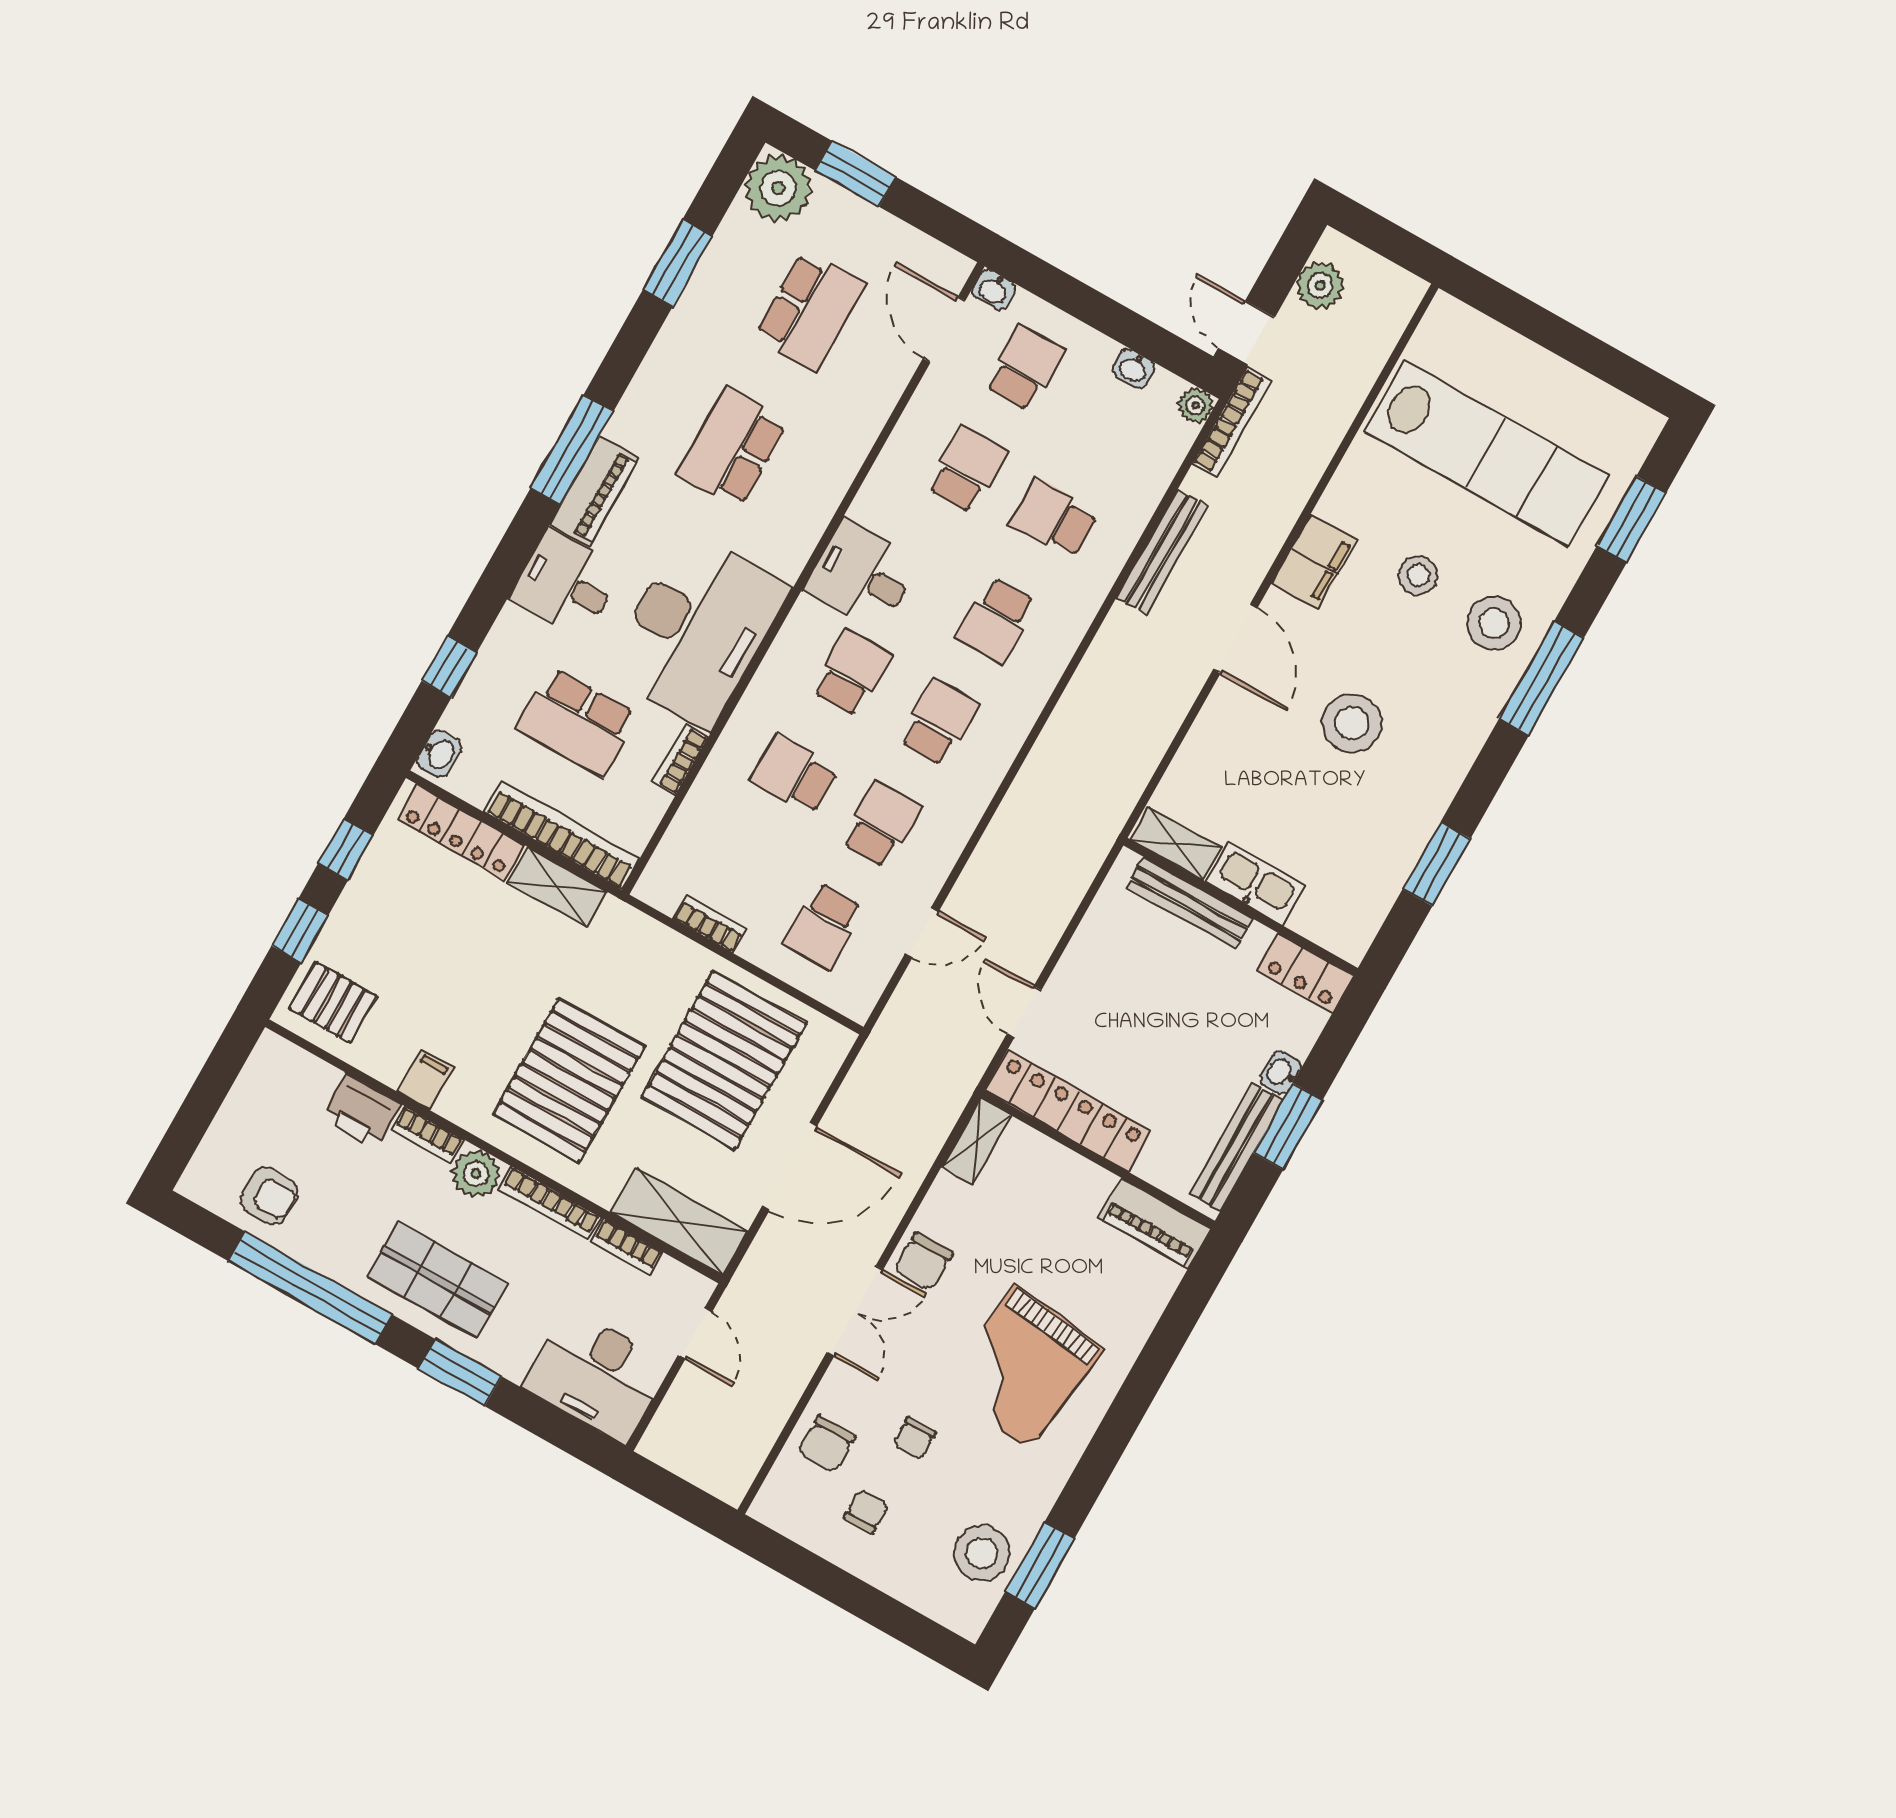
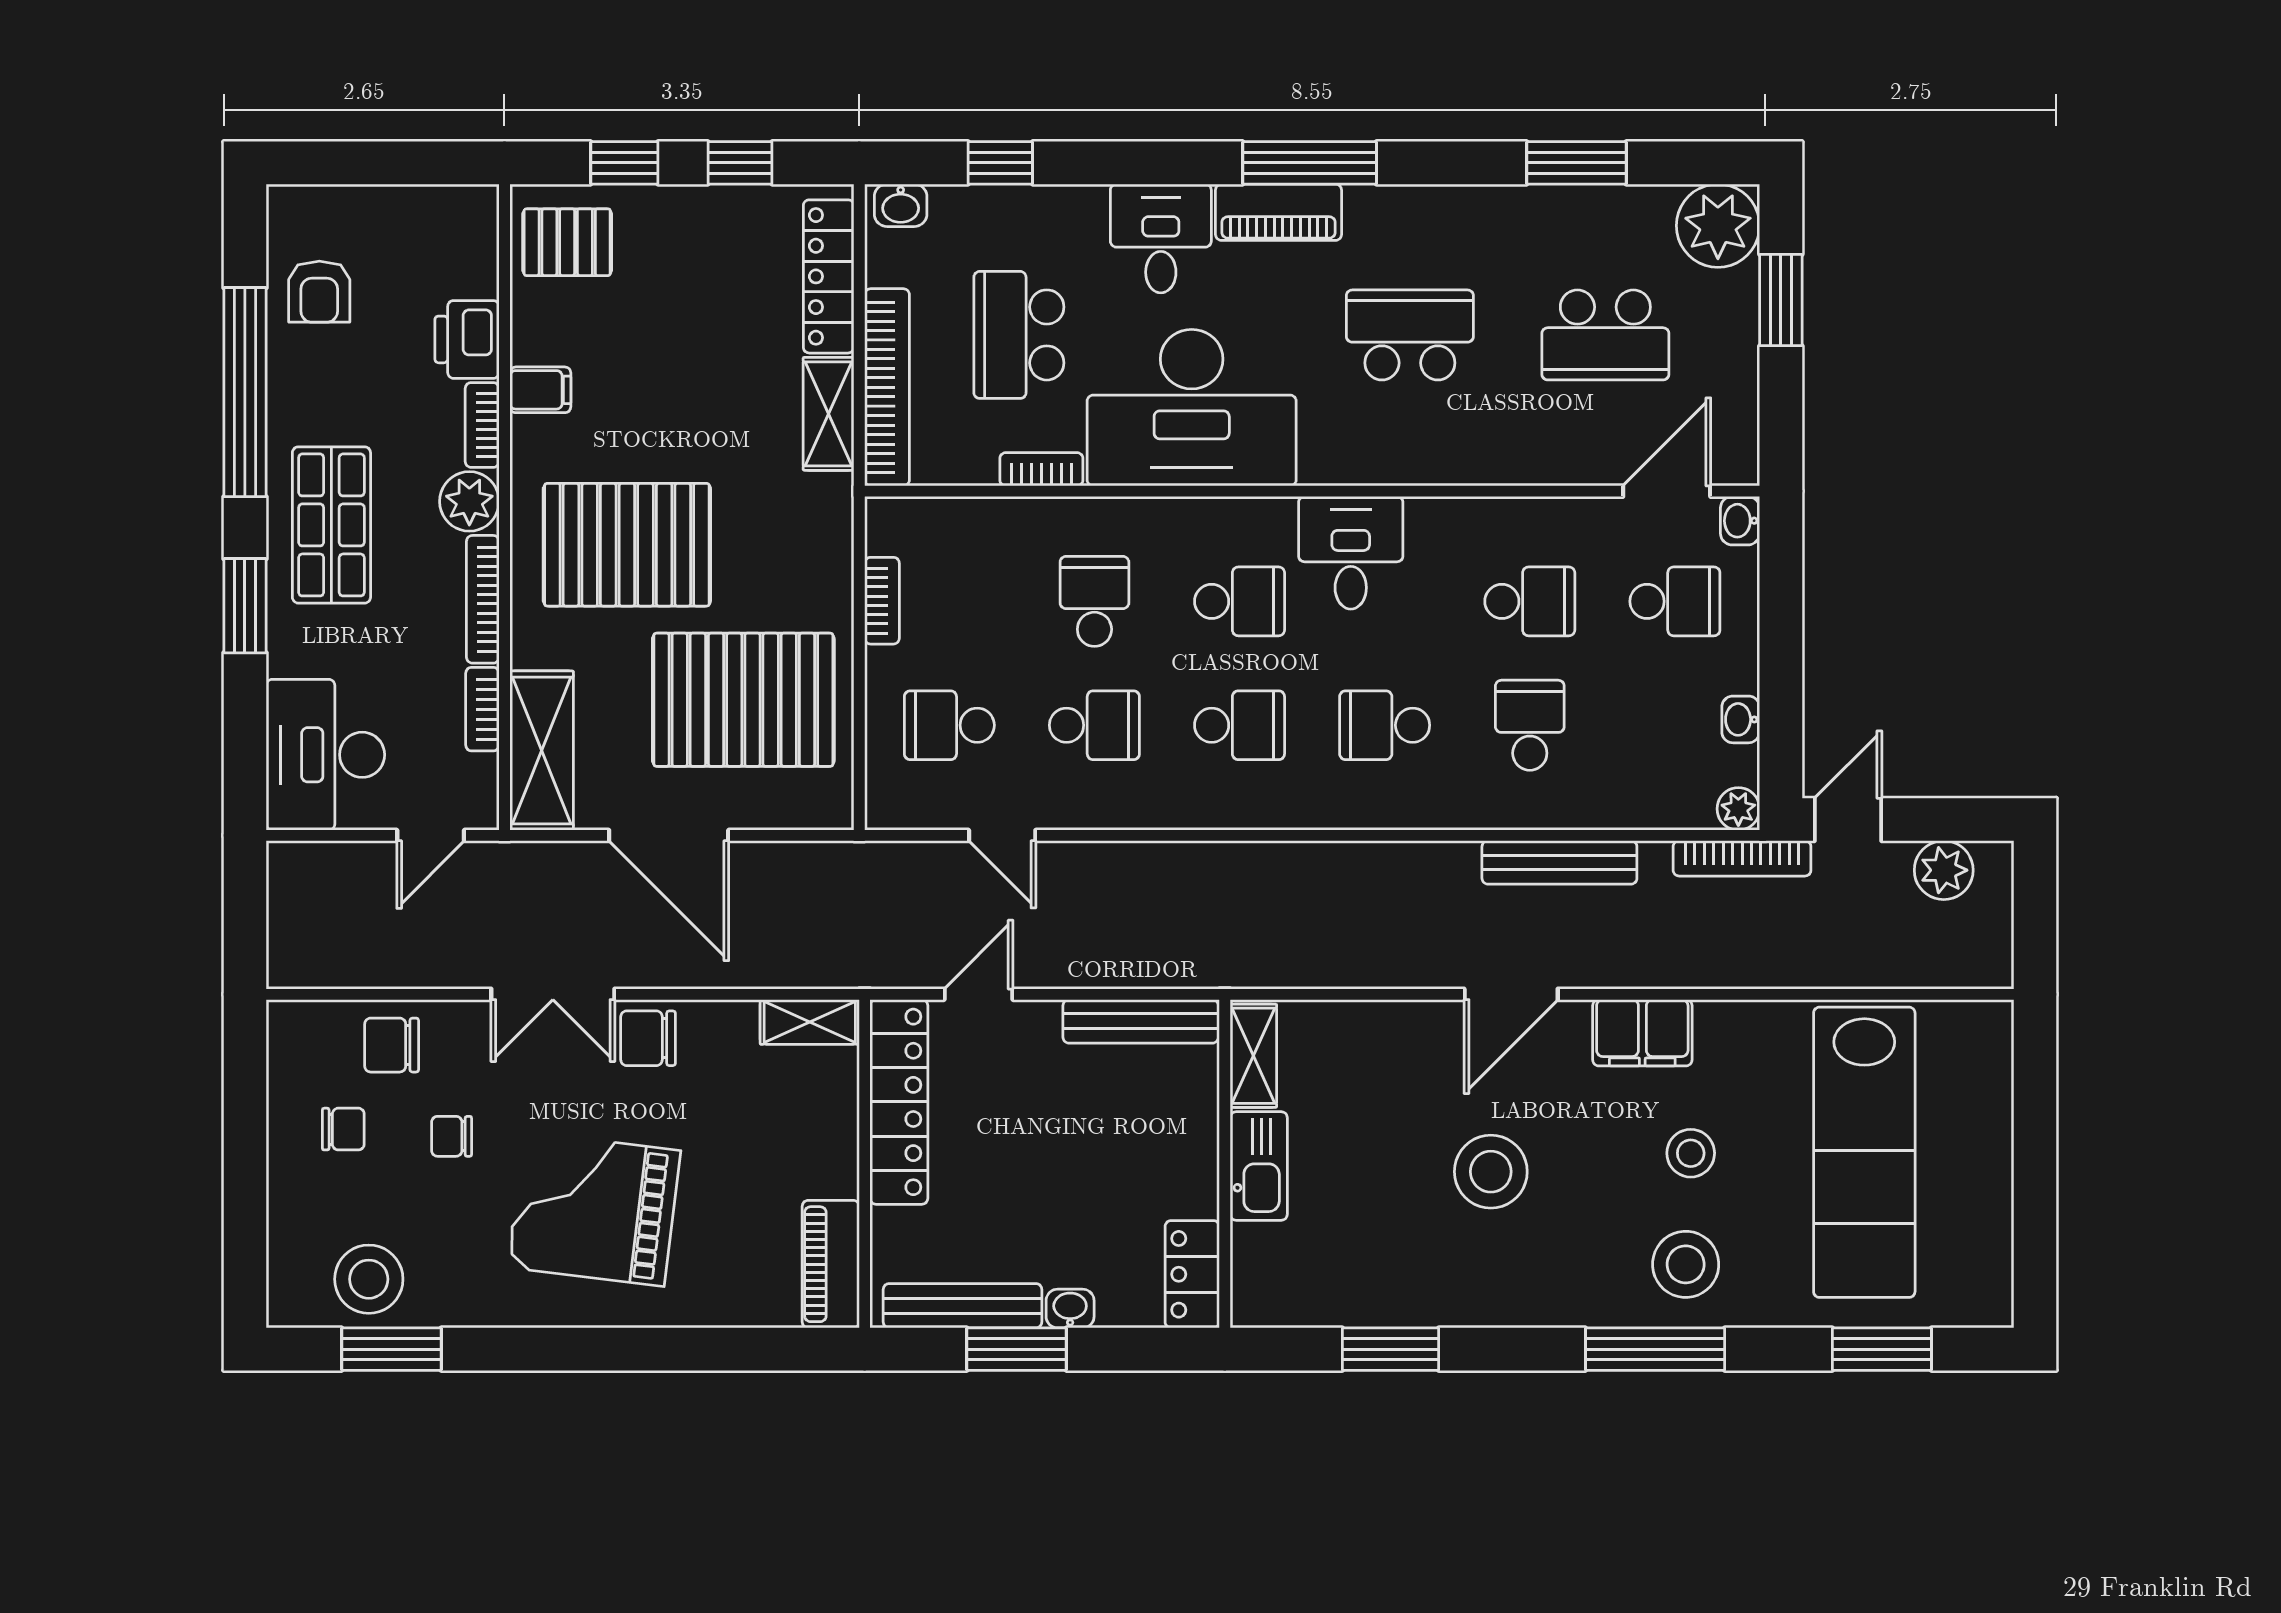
bench: (1189, 903) -> (1141, 1021), moved, turned 90
pallet: (333, 1002) -> (567, 242), turned 90

